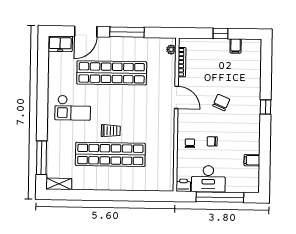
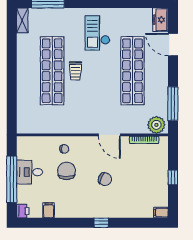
window: (127, 32) -> (173, 104), moved
filing cabinet: (236, 46) -> (161, 213), moved
plant: (171, 50) -> (156, 125), width x1.88, depth x1.88
door: (176, 97) -> (109, 135), hinge flipped
chair: (212, 141) -> (67, 171), width x1.87, depth x1.87
desk: (208, 179) -> (30, 172), width x0.73
printer: (183, 185) -> (23, 211), moved

